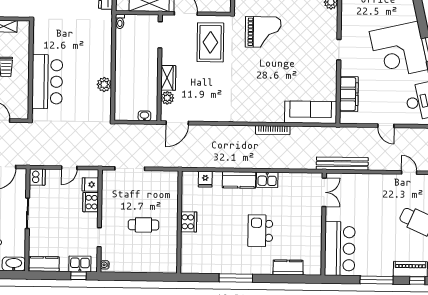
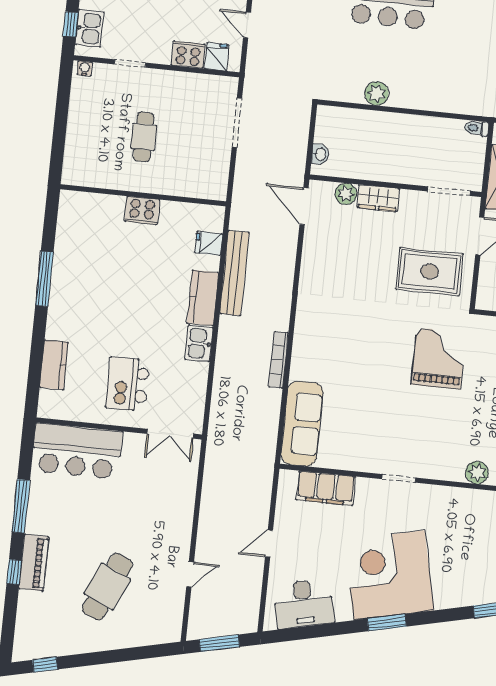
grand piano: (263, 32) -> (439, 358), turned 180
bench: (342, 164) -> (234, 273), moved
kitchen island: (260, 231) -> (128, 384), moved, turned -90

